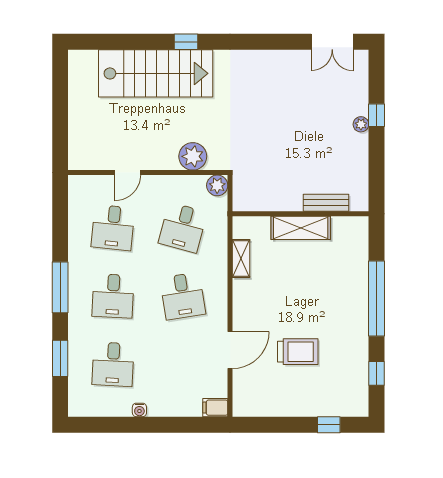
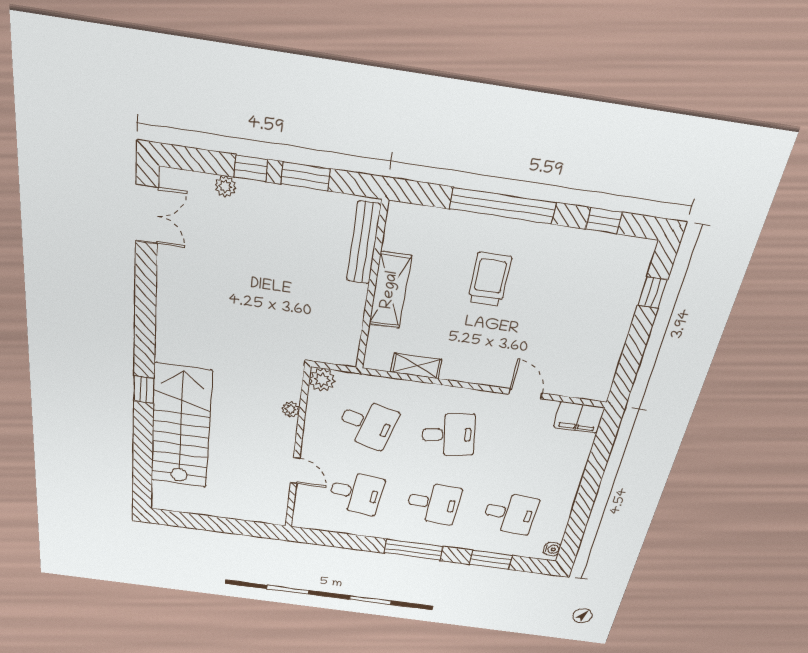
plant: (361, 124) -> (225, 186), moved
window: (377, 155) -> (306, 176), added
plant: (193, 156) -> (291, 409), width x0.53, depth x0.53
bench: (326, 203) -> (364, 243), width x1.36
door: (230, 350) -> (525, 394), width x0.73
trolley: (298, 352) -> (490, 279), moved
filing cabinet: (215, 408) -> (579, 417), width x2.00
water cooler: (139, 410) -> (552, 549), moved

